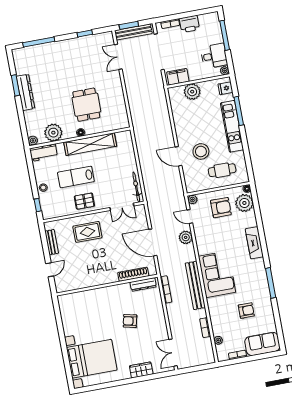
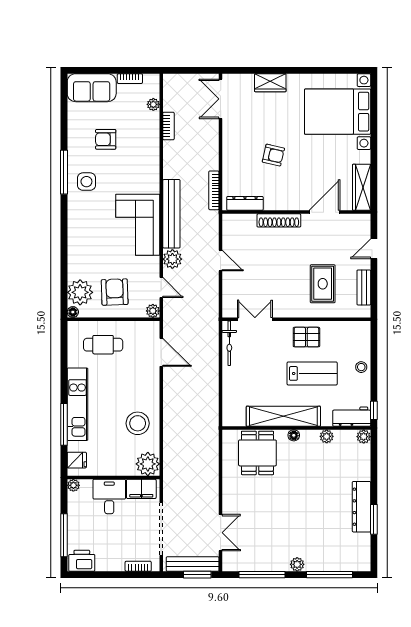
printer: (189, 24) -> (82, 561), moved
window: (85, 33) -> (262, 575), width x2.17
plant: (62, 45) -> (297, 564), added
desk: (214, 56) -> (109, 496), moved, turned 90
plant: (192, 92) -> (148, 464), moved
dining table: (86, 105) -> (257, 453), moved
plant: (53, 133) -> (327, 436), width x0.53, depth x0.53
stool: (201, 151) -> (138, 423), moved
door: (179, 156) -> (161, 352), moved
window: (38, 205) -> (374, 410), moved
armchair: (221, 208) -> (115, 292), turned 88
rug: (87, 232) -> (323, 284), moved, turned 90
door: (153, 242) -> (221, 260), width x0.53
fireplace: (254, 243) -> (76, 233), removed
shoe rack: (133, 274) -> (279, 220), moved
corner sofa: (217, 274) -> (138, 225), moved
side table: (254, 279) -> (86, 182), added
bench: (195, 285) -> (171, 214), moved
door: (88, 289) -> (325, 212), added
wardrobe: (66, 310) -> (362, 187), added
double door: (173, 353) -> (221, 99), swing flipped

